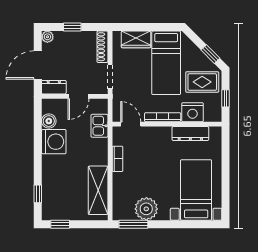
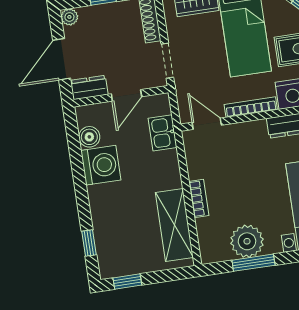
bookcase: (118, 159) -> (199, 198), moved
window: (133, 224) -> (253, 263), moved

